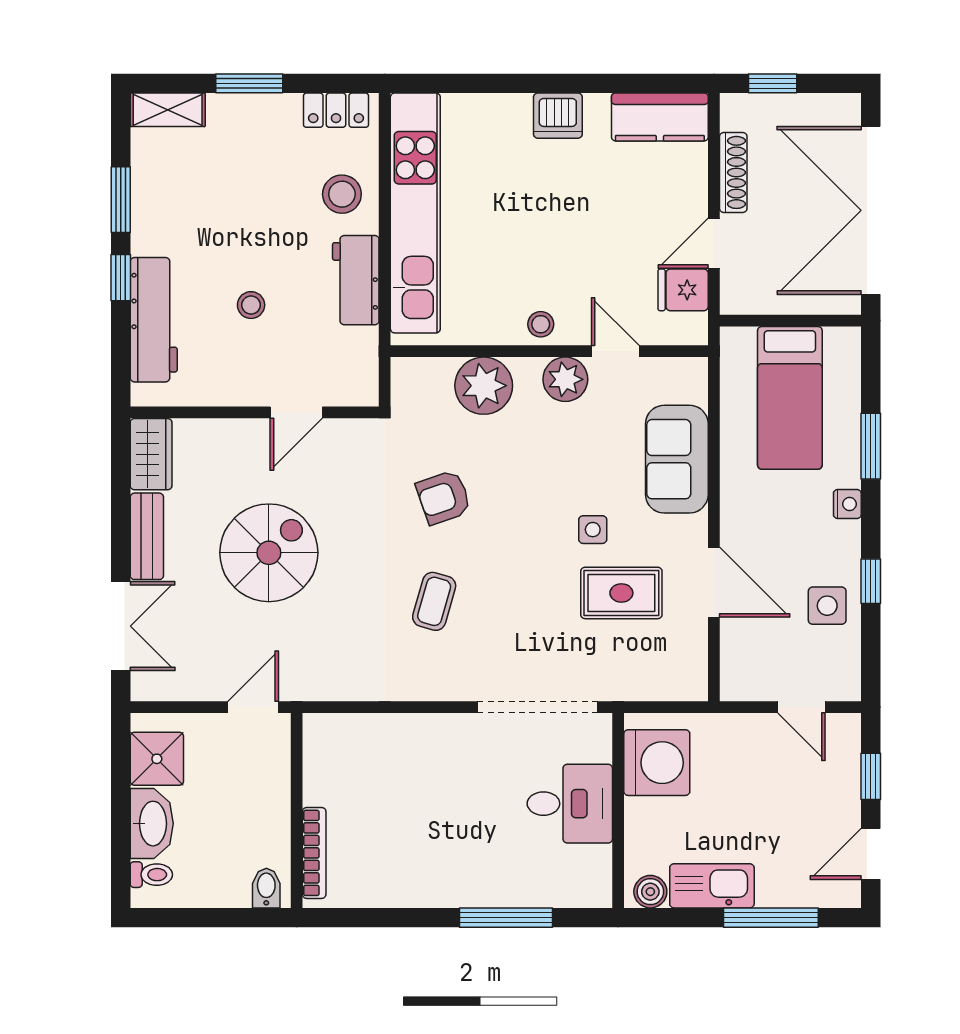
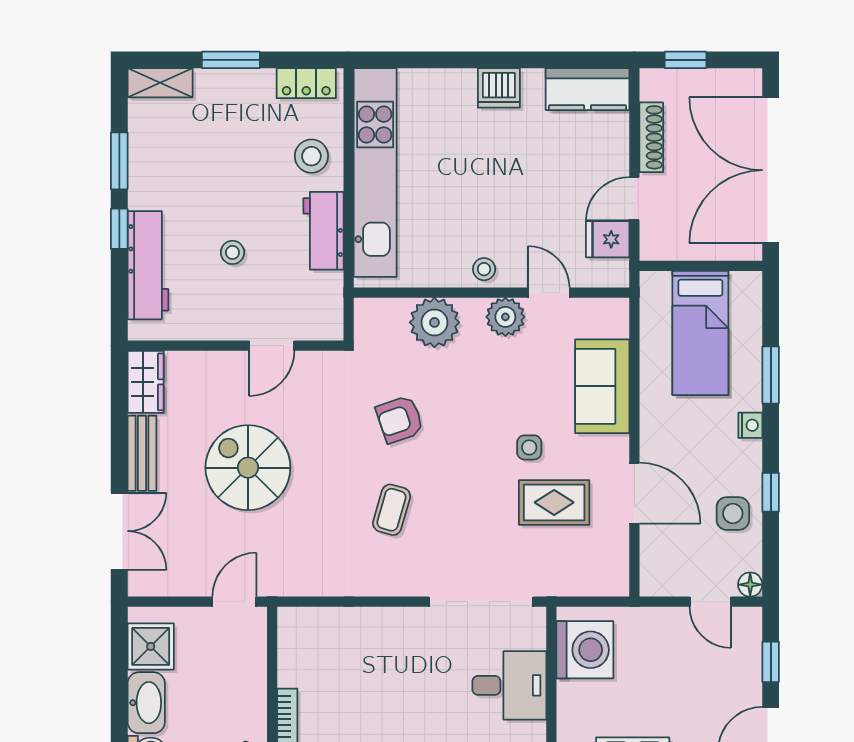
spiral stairs: (269, 553) -> (248, 468), turned -90
floor lamp: (847, 687) -> (750, 585), added

